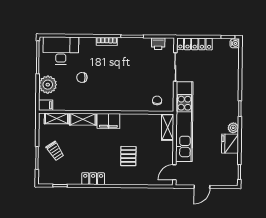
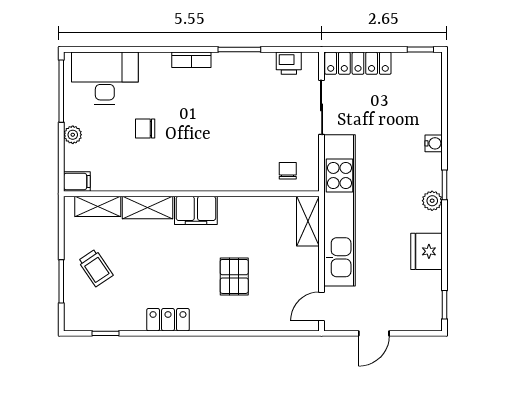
water cooler: (235, 43) -> (434, 143), moved
plant: (48, 85) -> (73, 135), width x0.53, depth x0.53
plant: (233, 128) -> (432, 201), moved

